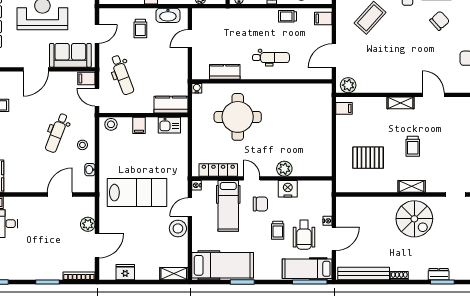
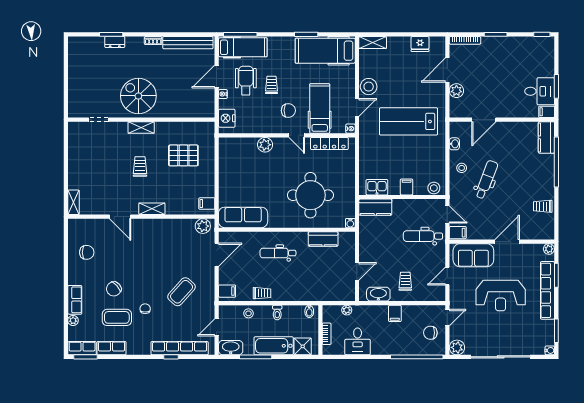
dental chair: (122, 75) -> (423, 236), turned -69
sofa: (307, 94) -> (243, 217), added
nightstand: (288, 189) -> (227, 118), moved, turned 90
chair: (260, 204) -> (288, 110), turned 180

